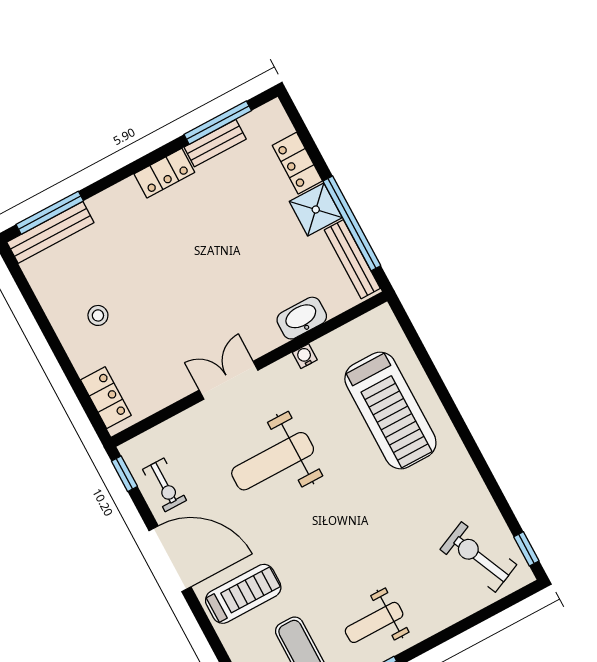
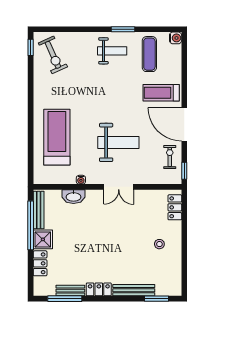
window: (50, 213) -> (157, 299), width x0.69
bench: (50, 232) -> (134, 290), moved

